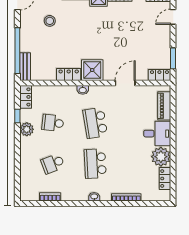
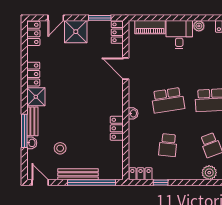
door: (173, 17) -> (56, 18), hinge flipped
bench: (25, 67) -> (78, 174), moved, width x1.36
shower: (92, 70) -> (76, 32), moved
plant: (27, 129) -> (209, 173), moved
plant: (161, 157) -> (199, 26), width x0.53, depth x0.53

